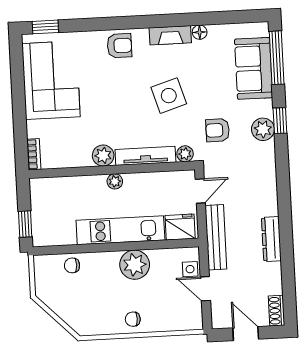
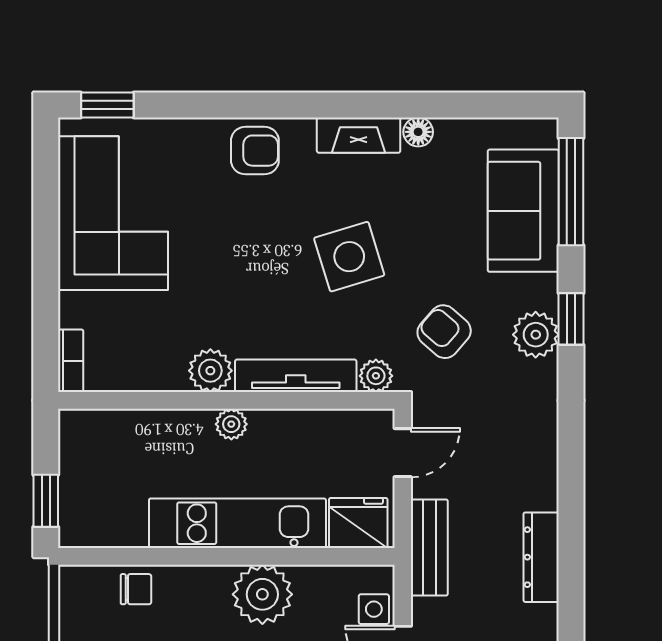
armchair: (218, 130) -> (444, 332), turned 41
bench: (216, 237) -> (429, 548), width x0.73
chair: (72, 265) -> (136, 589), turned 180

